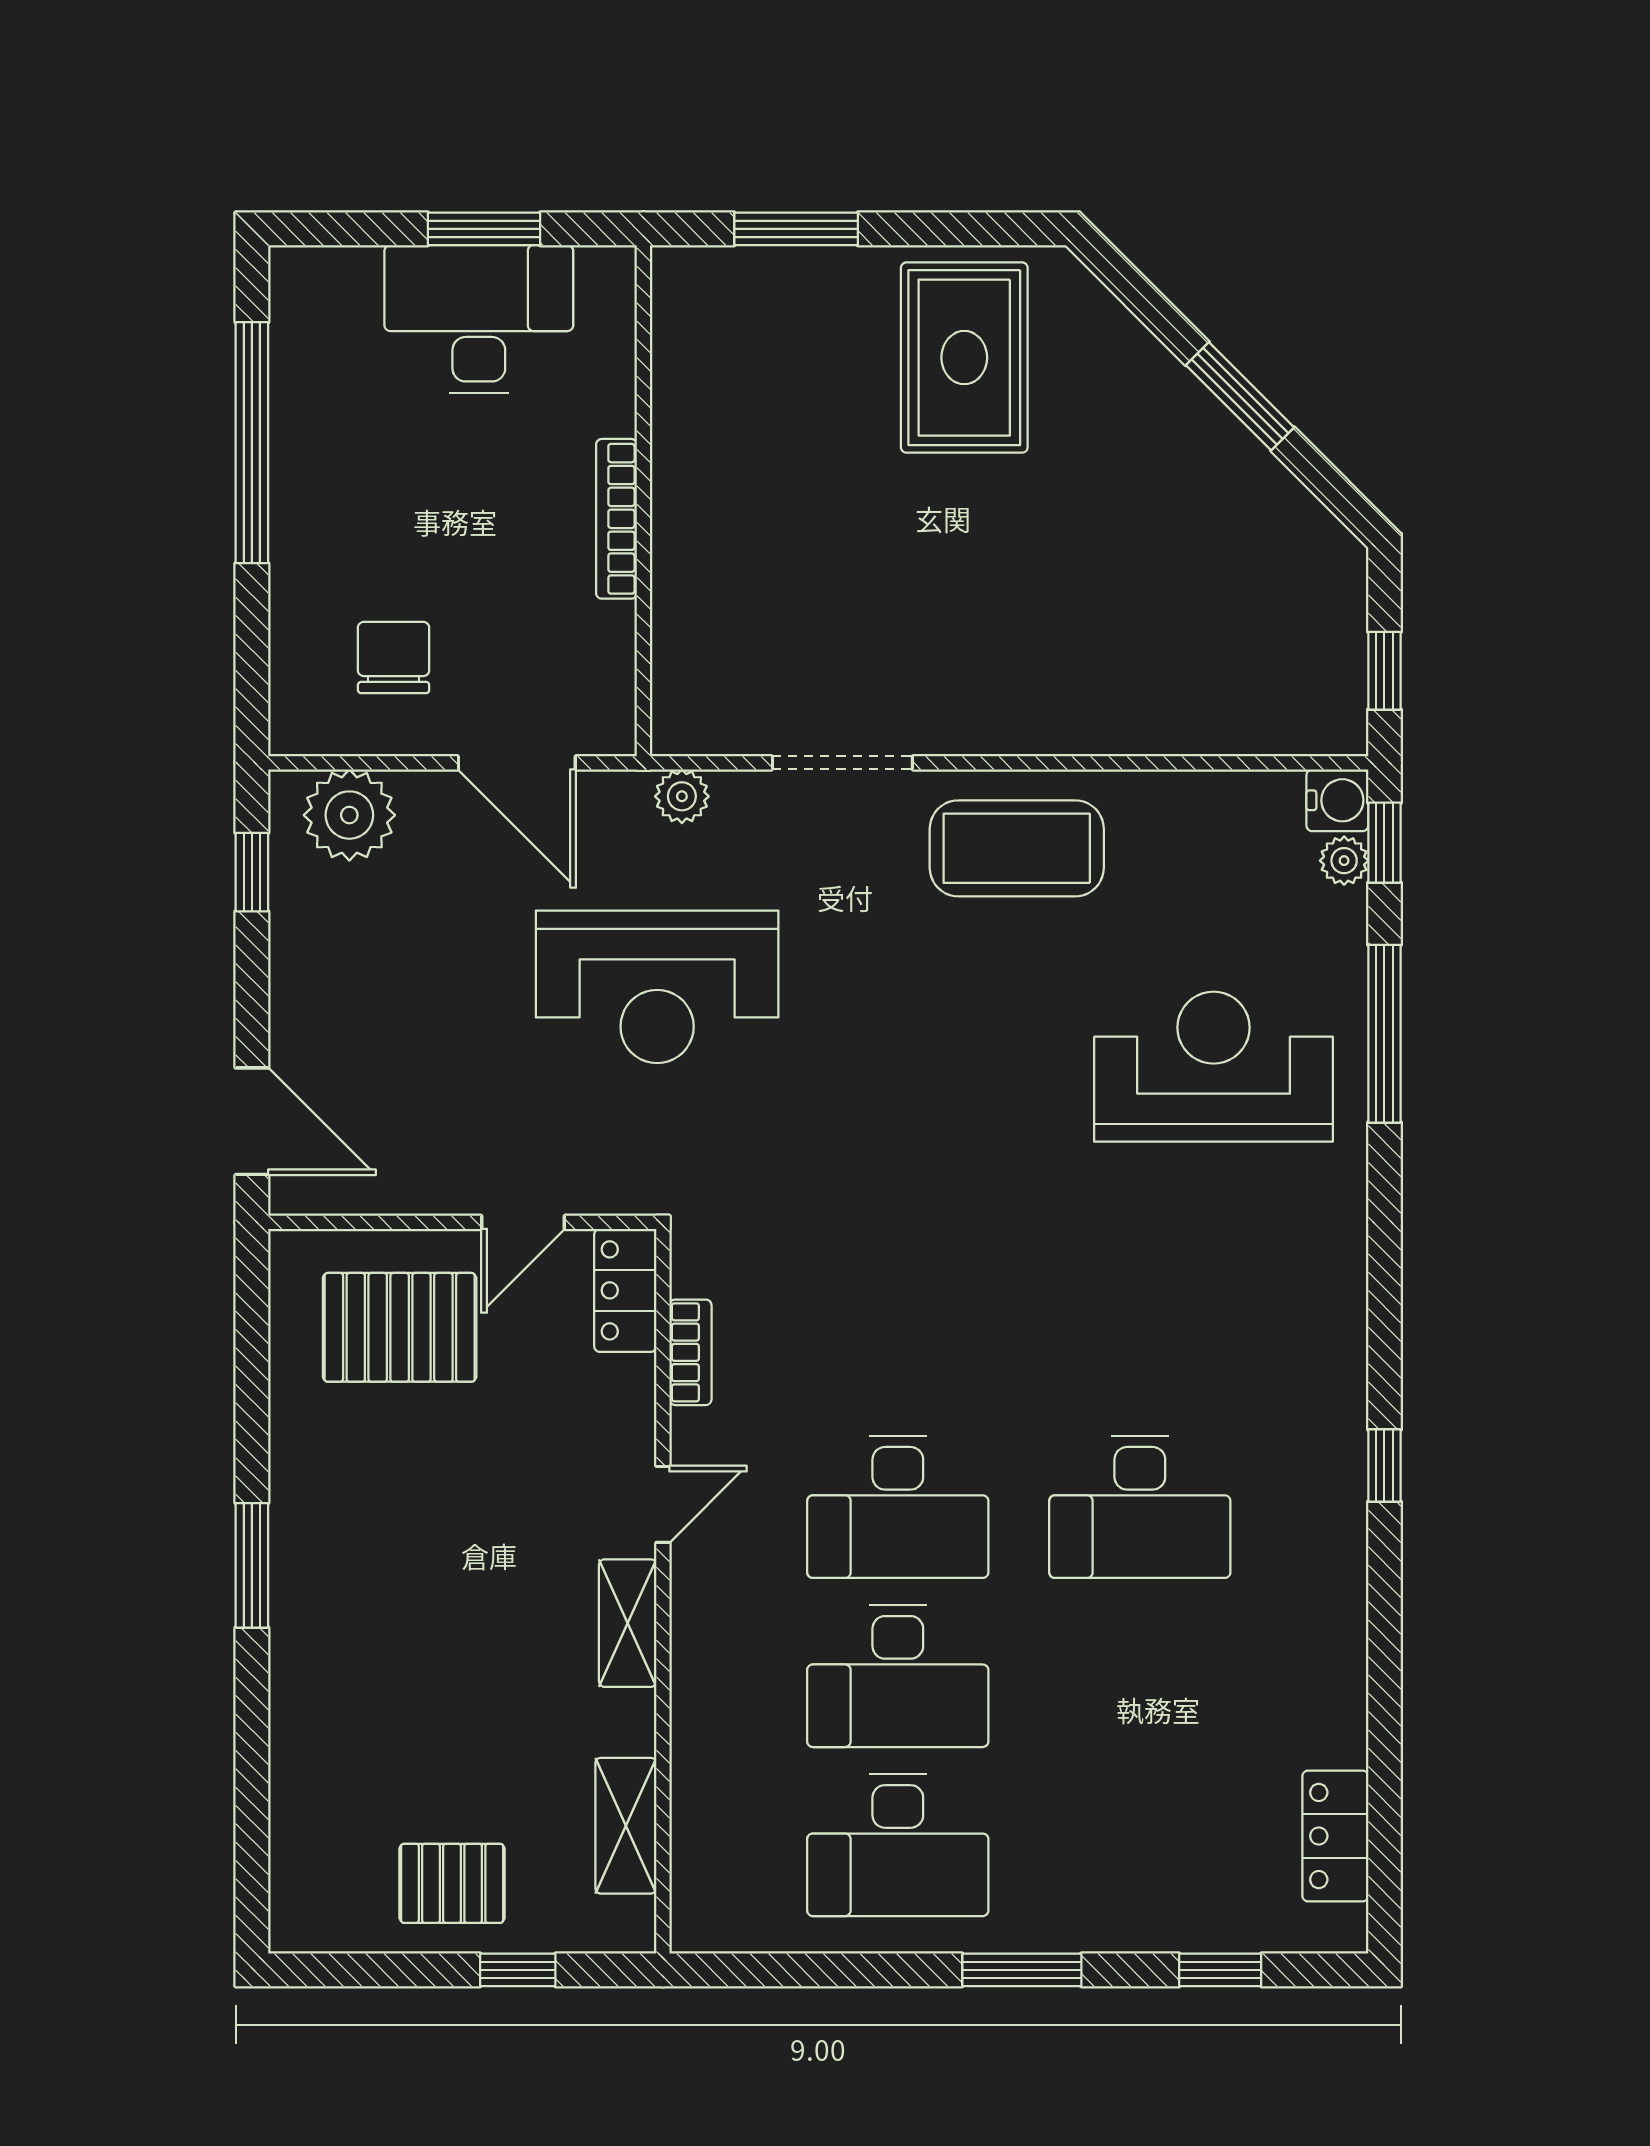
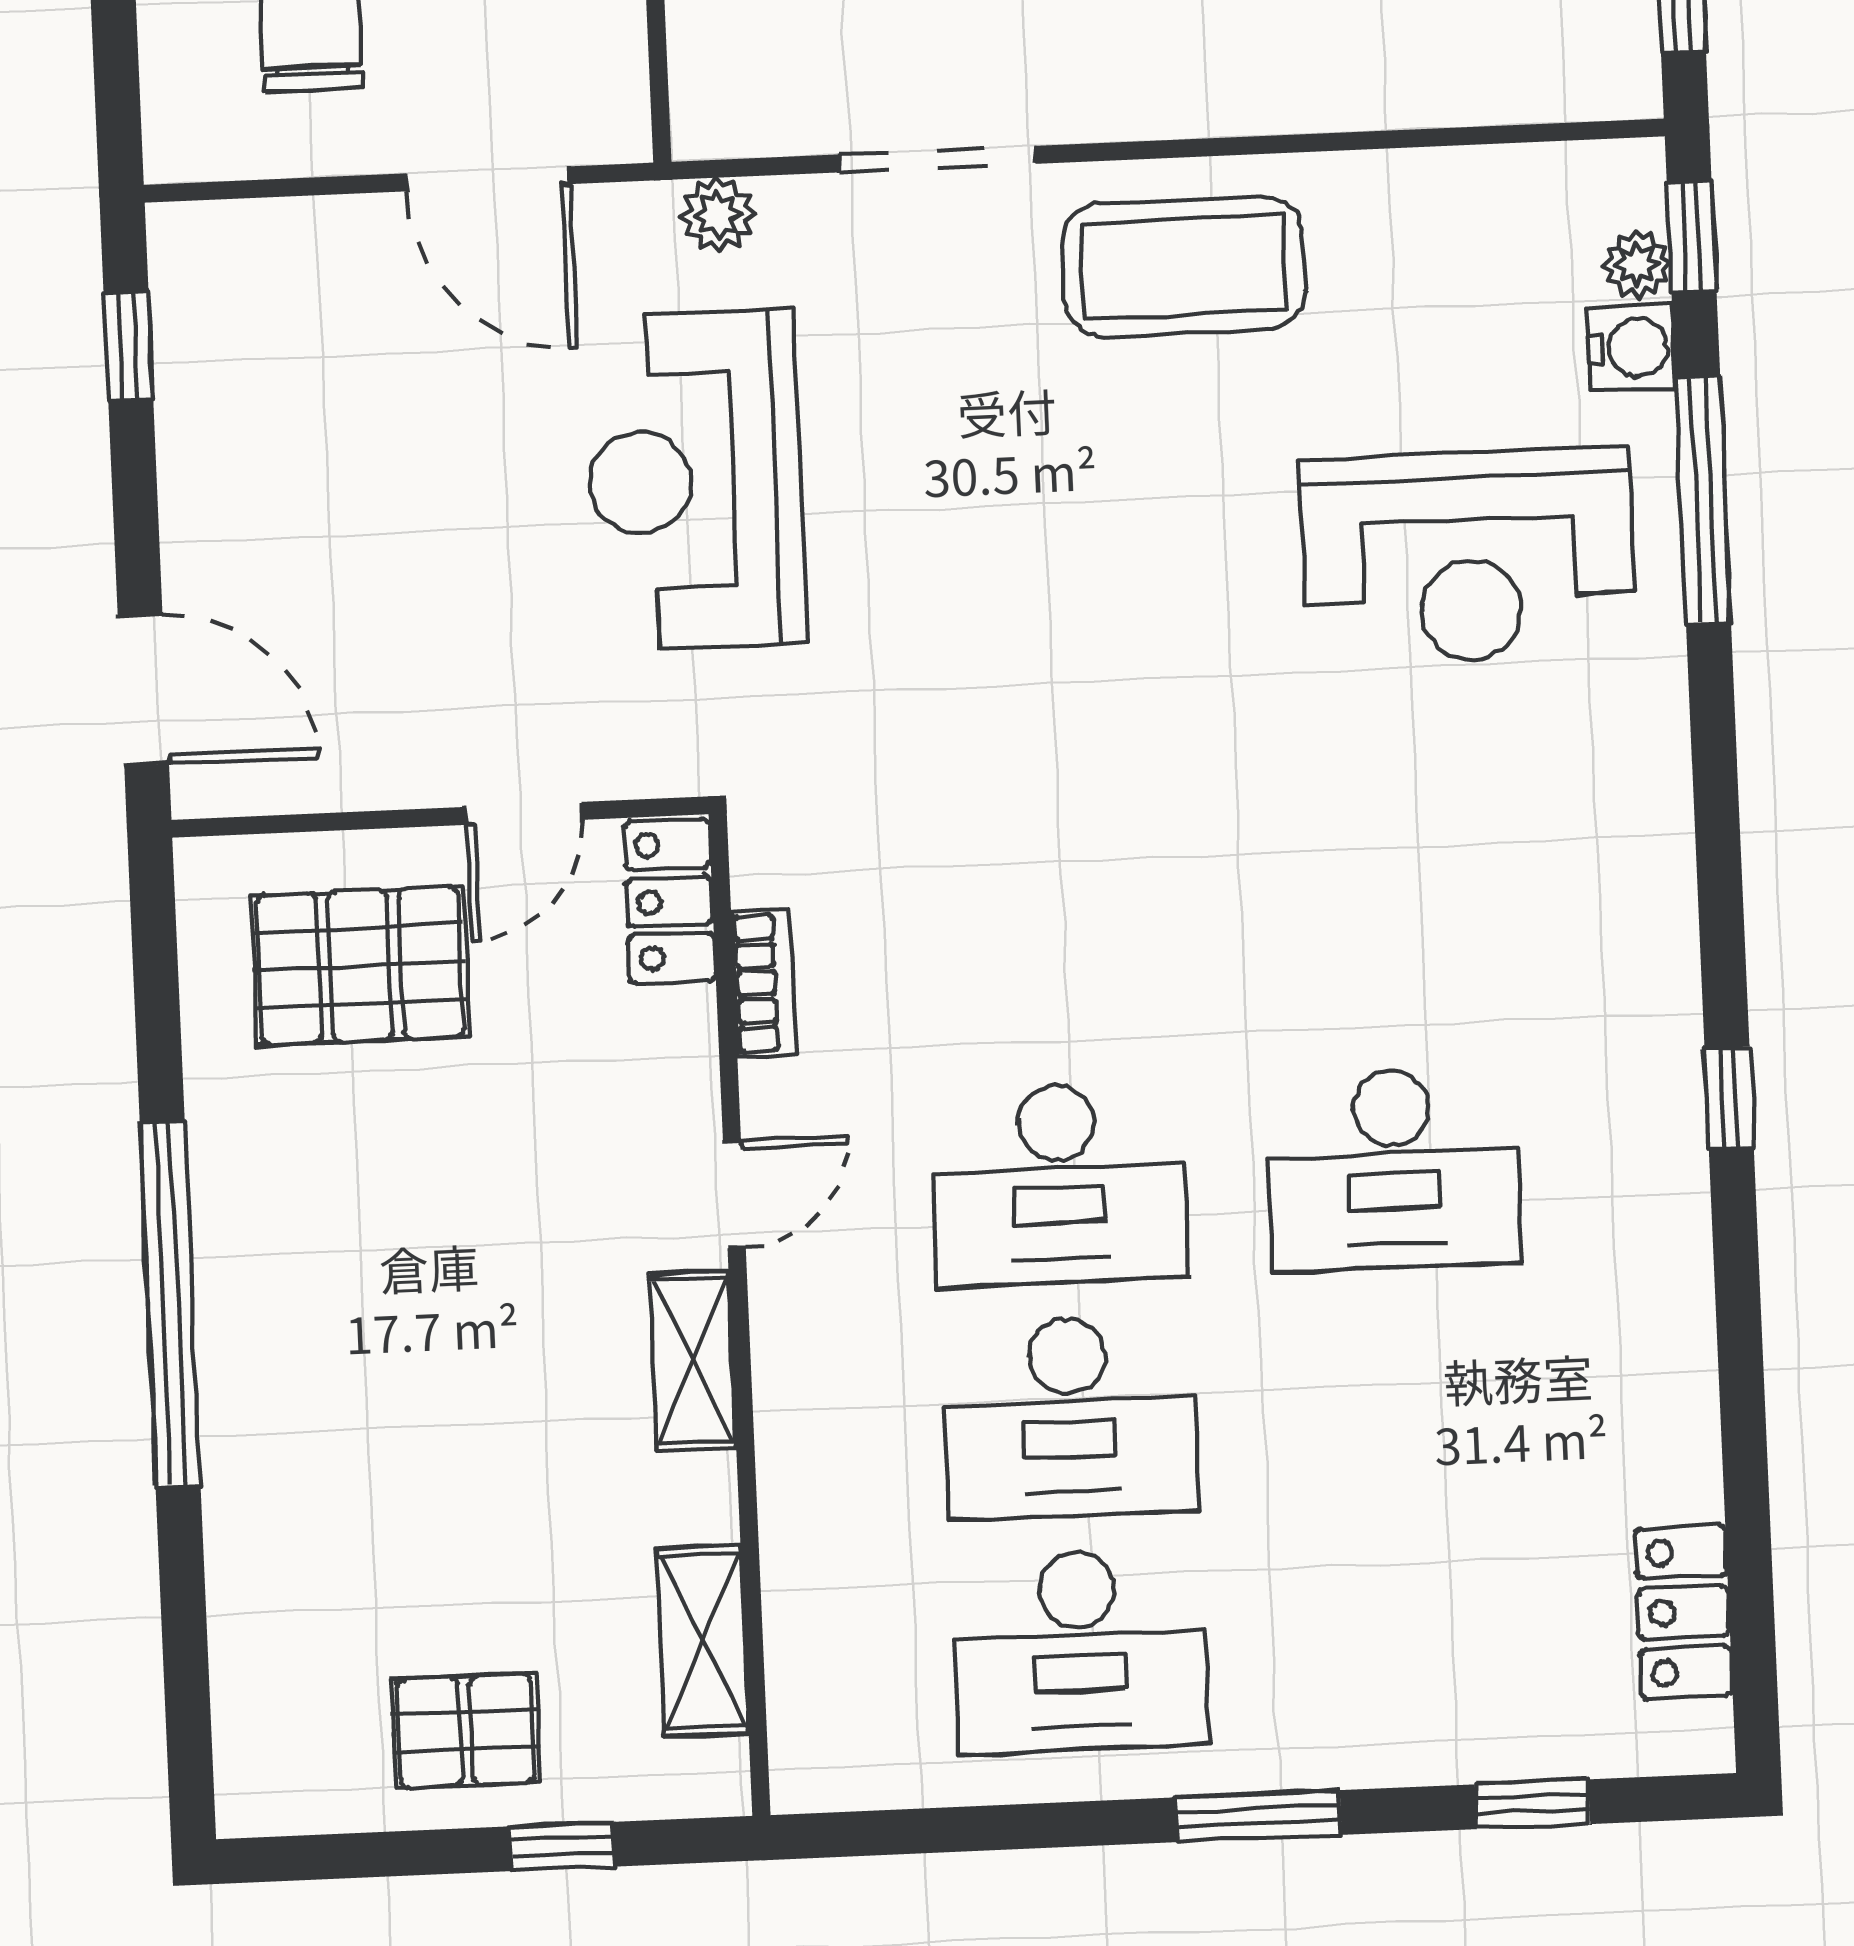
water cooler: (1337, 800) -> (1631, 348), moved
plant: (349, 815) -> (260, 261), removed
reception desk: (657, 987) -> (695, 480), turned 90
reception desk: (1214, 1067) -> (1469, 557), turned 180
window: (252, 1565) -> (170, 1304), width x2.11

